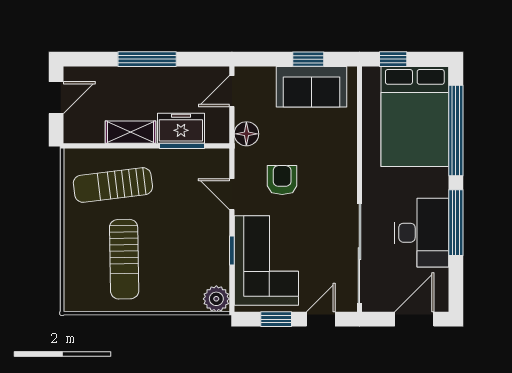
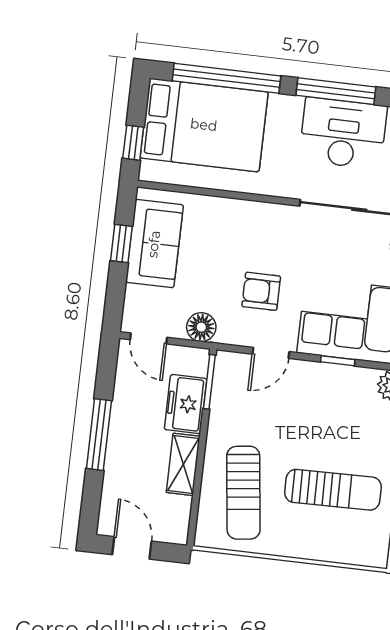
window: (182, 146) -> (209, 382), moved

